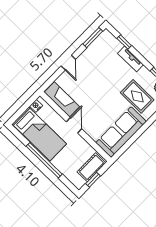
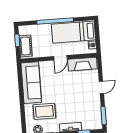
door: (68, 63) -> (101, 87), swing flipped
door: (74, 125) -> (60, 58), hinge flipped

